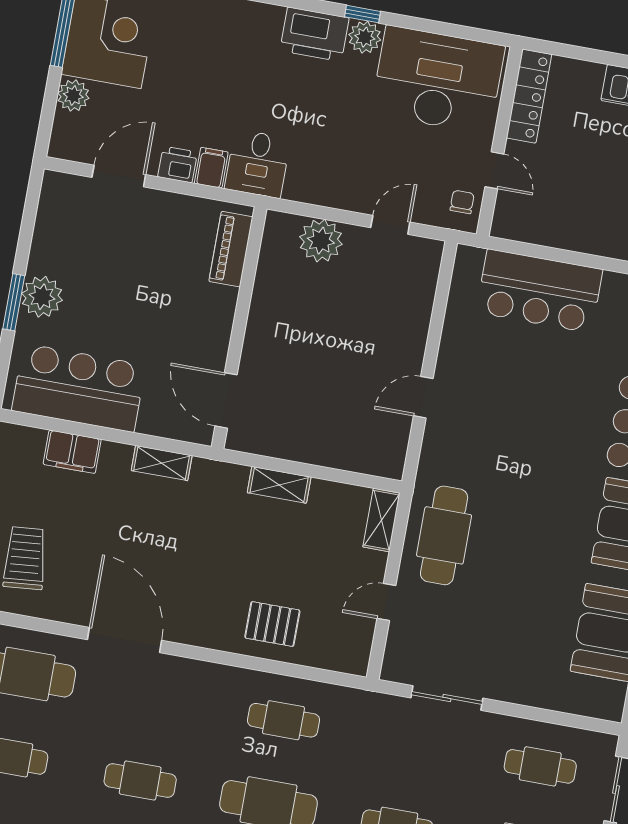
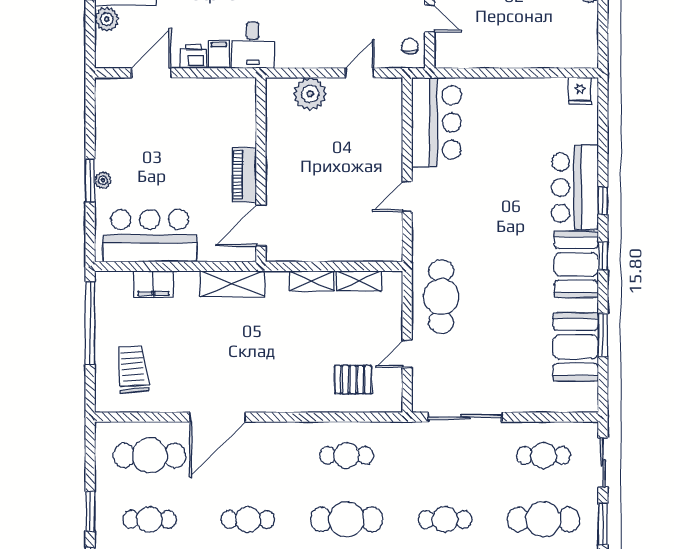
piano: (231, 249) -> (244, 175), moved
bar counter: (539, 291) -> (436, 122), moved, turned -90
plant: (42, 297) -> (103, 180), width x0.53, depth x0.53
door: (226, 400) -> (261, 225), hinge flipped
shelving: (162, 463) -> (232, 284), width x1.50, depth x1.33
shelving: (381, 520) -> (359, 281), moved, turned 90
pallet: (272, 624) -> (353, 380), moved
door: (125, 640) -> (218, 417), swing flipped
sliding door: (447, 698) -> (465, 417), width x1.37

